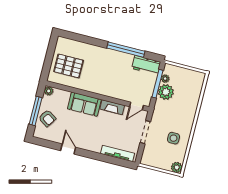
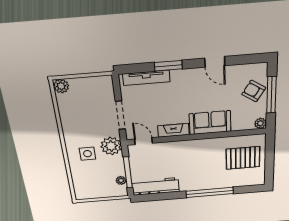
window: (126, 50) -> (210, 192), moved
workbench: (146, 65) -> (156, 186), width x1.38
plant: (166, 92) -> (111, 146), moved
door: (137, 106) -> (144, 141), hinge flipped
side table: (173, 138) -> (87, 154), moved
window: (100, 157) -> (168, 66), added

